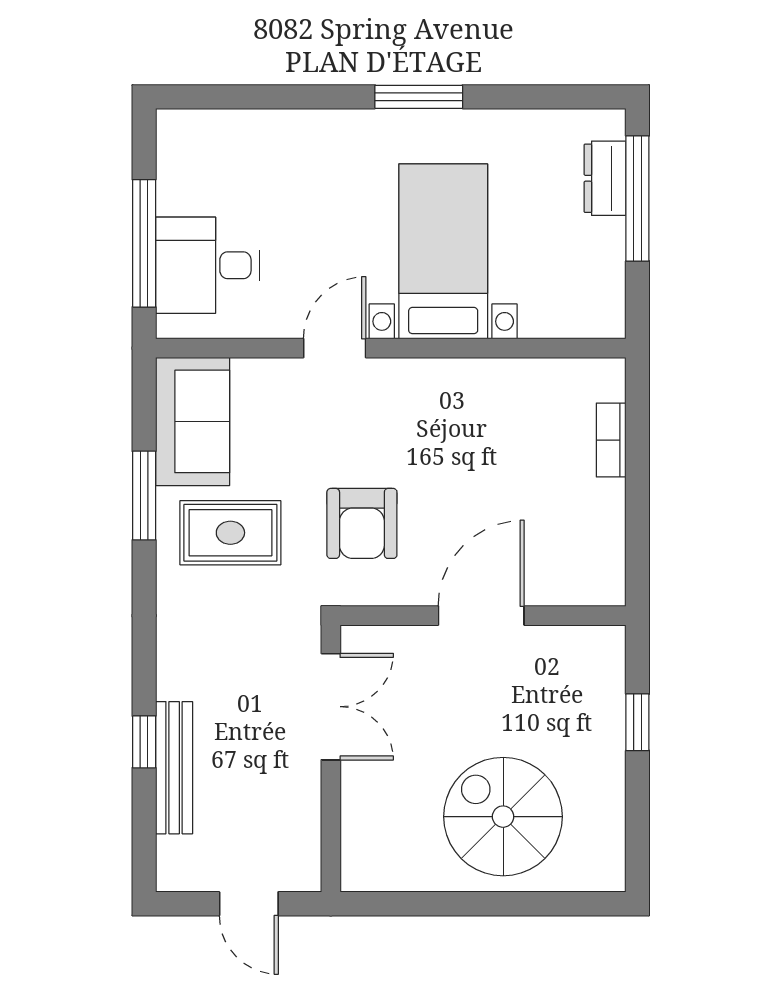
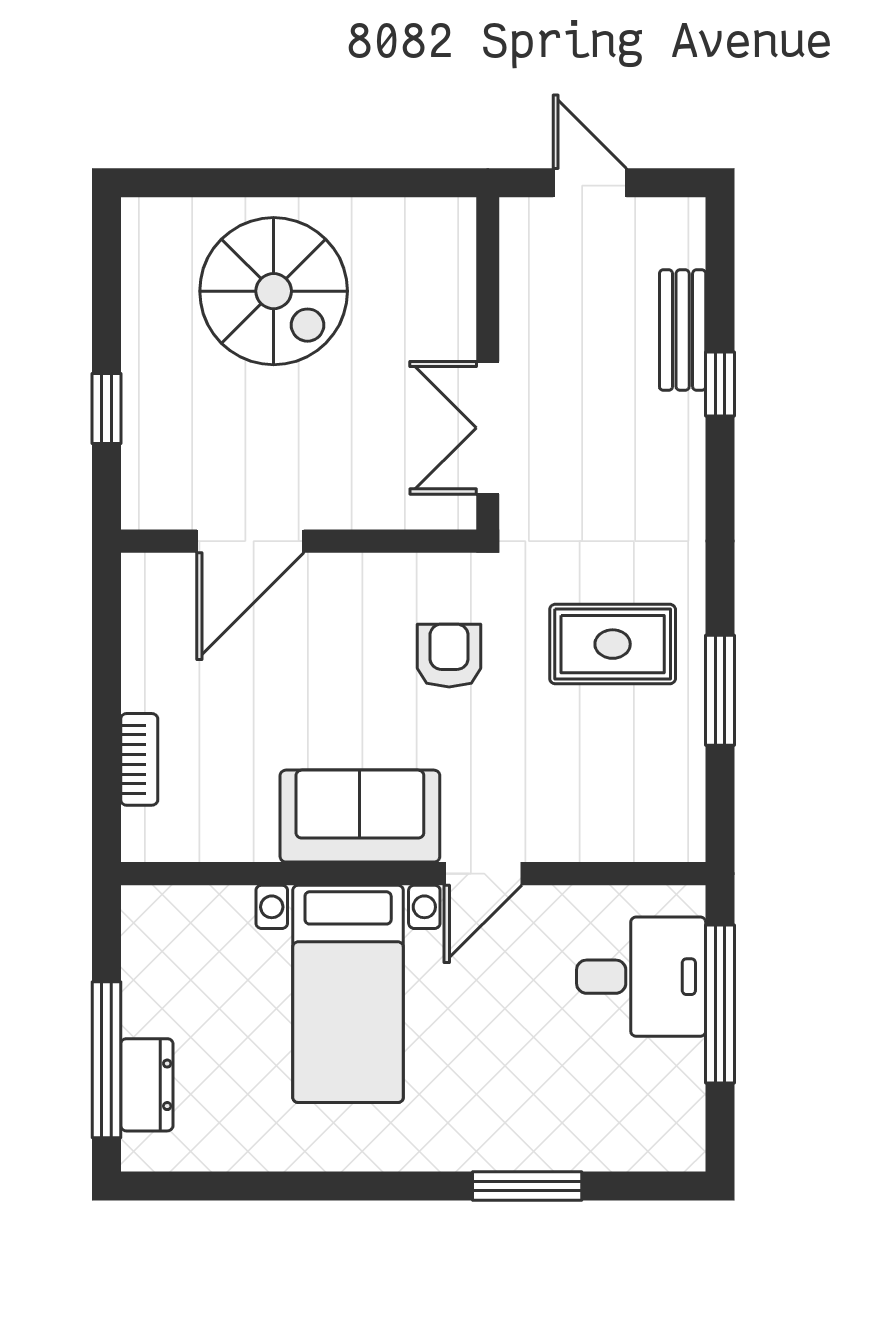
window: (419, 97) -> (527, 1186), moved
sofa: (193, 421) -> (360, 816), moved, turned 90
armchair: (362, 523) -> (449, 656), width x0.72, depth x0.72
door: (481, 616) -> (250, 541), moved
bench: (174, 768) -> (683, 330), width x0.73

